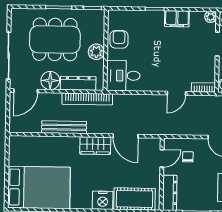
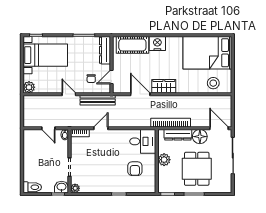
filing cabinet: (177, 19) -> (101, 187), removed
dining table: (55, 39) -> (197, 169), width x0.73
armchair: (119, 39) -> (135, 169), moved
door: (26, 91) -> (219, 128), hinge flipped
bench: (64, 127) -> (98, 100), moved
stool: (32, 149) -> (213, 83), added

